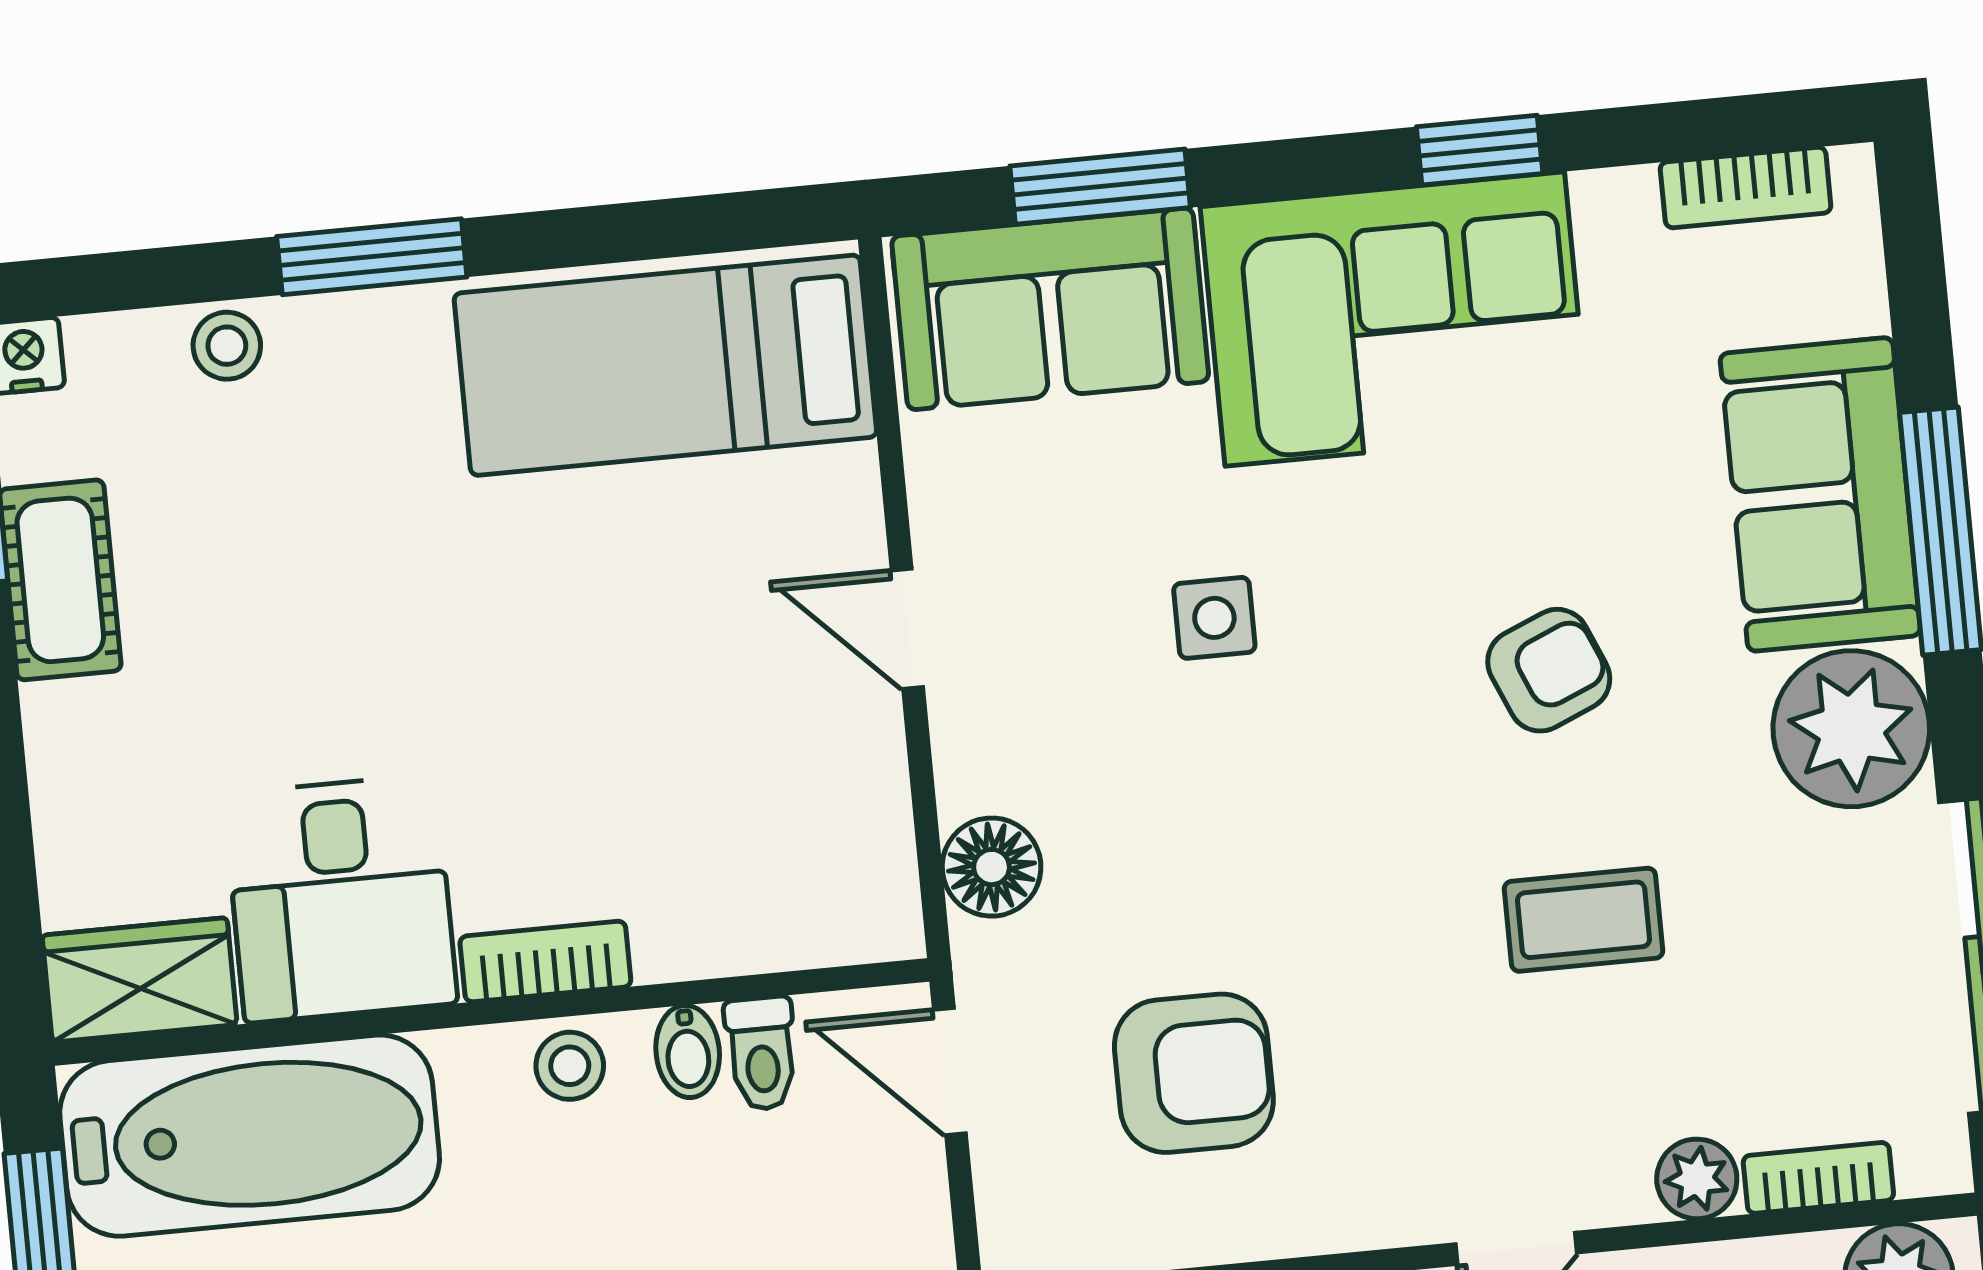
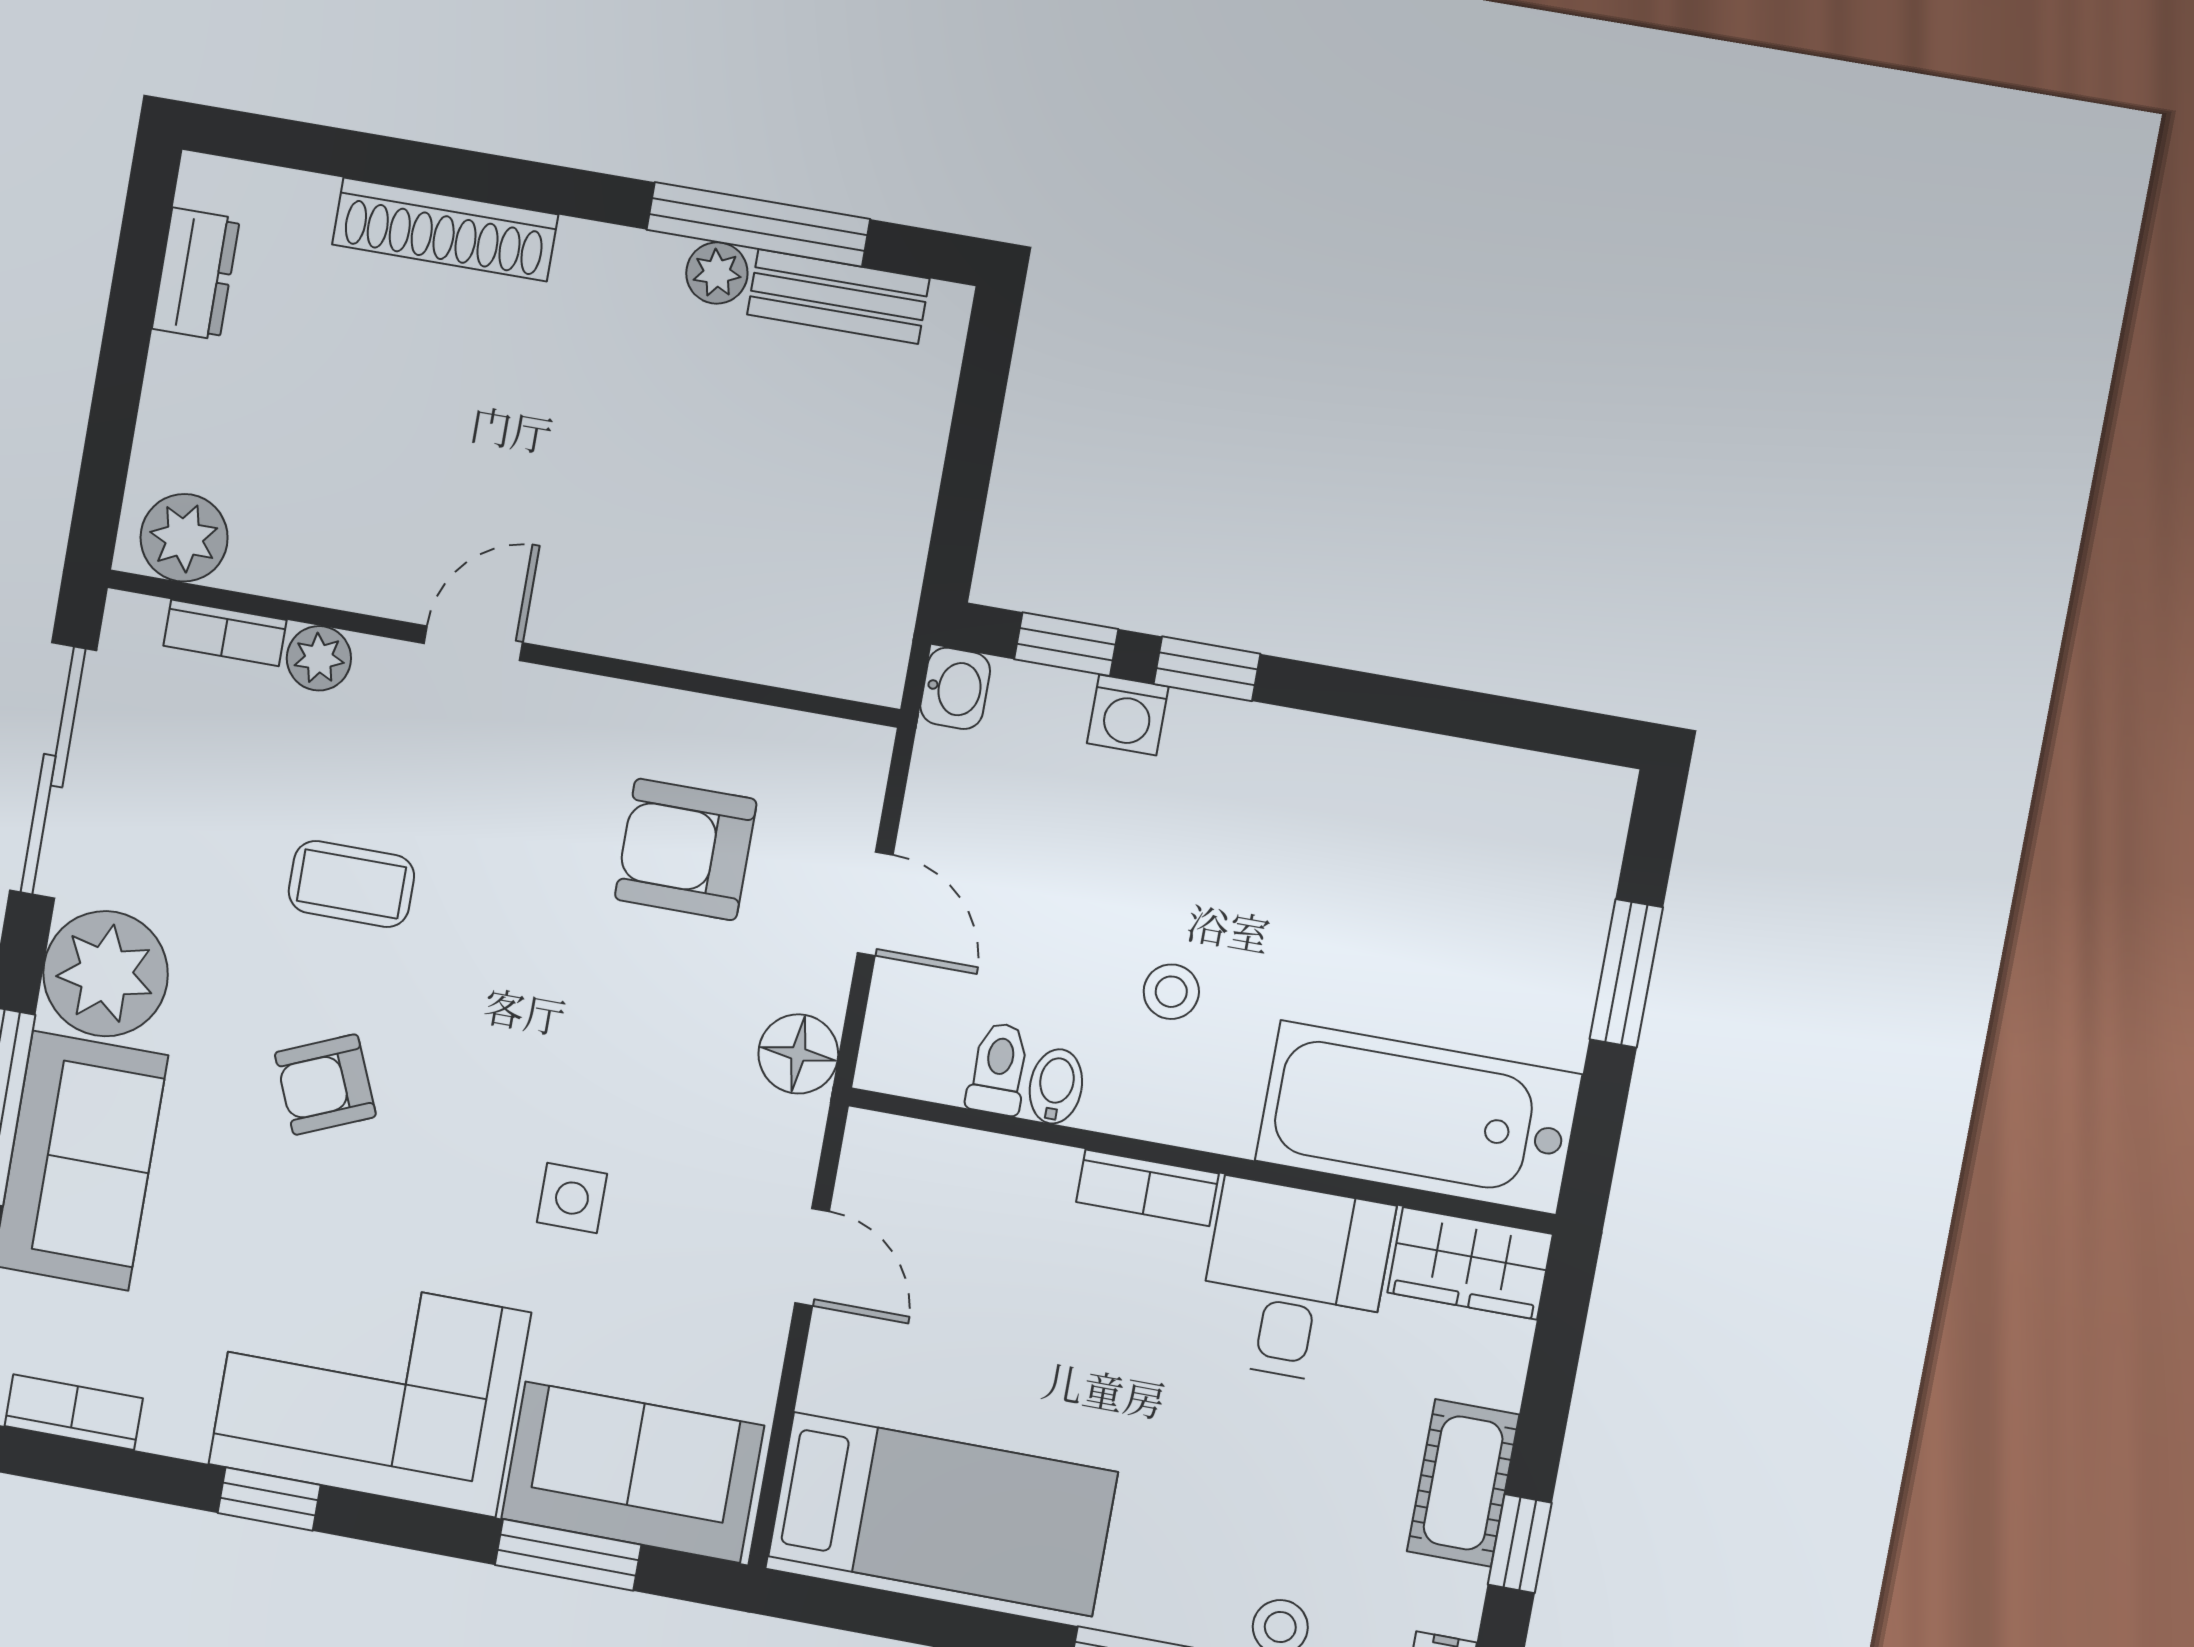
desk: (340, 899) -> (1294, 1282), moved
bookcase: (545, 962) -> (1147, 1188), moved
wardrobe: (140, 980) -> (1470, 1263), moved
wall: (491, 1012) -> (1201, 1161), moved
bidet: (688, 1051) -> (1056, 1086), moved
toilet: (762, 1053) -> (999, 1069), moved
bathtub: (250, 1136) -> (1418, 1117), moved

